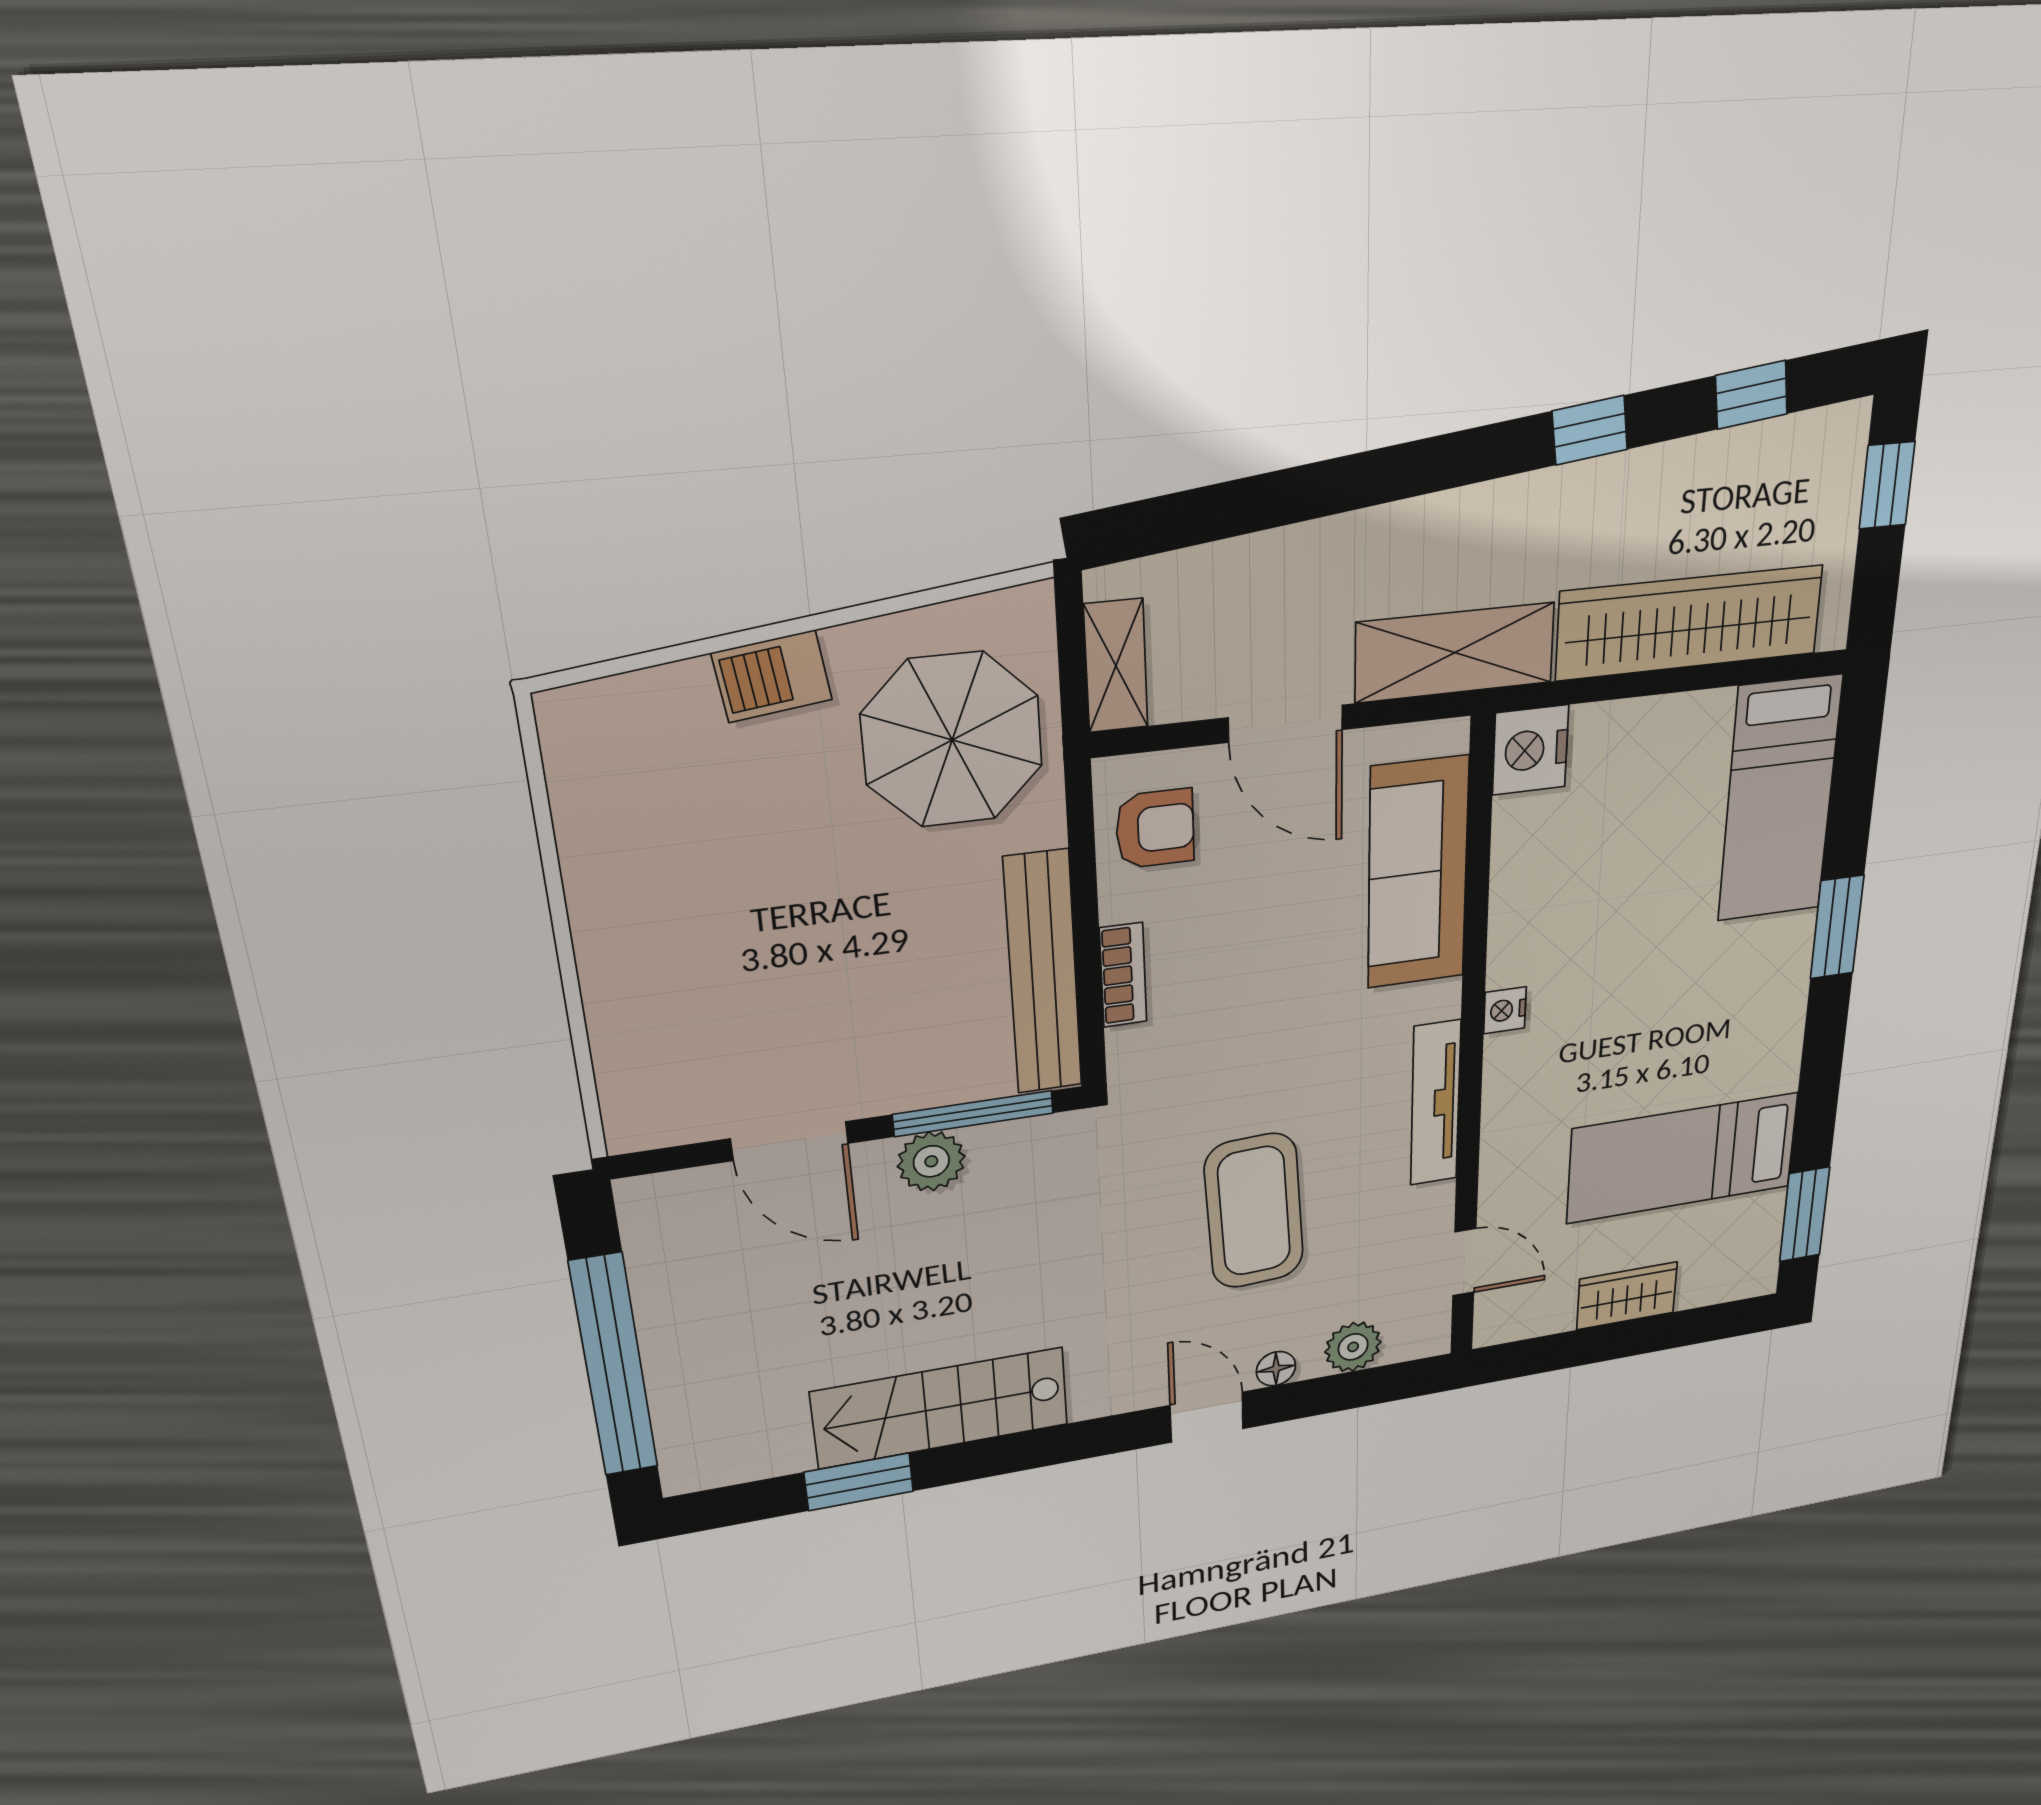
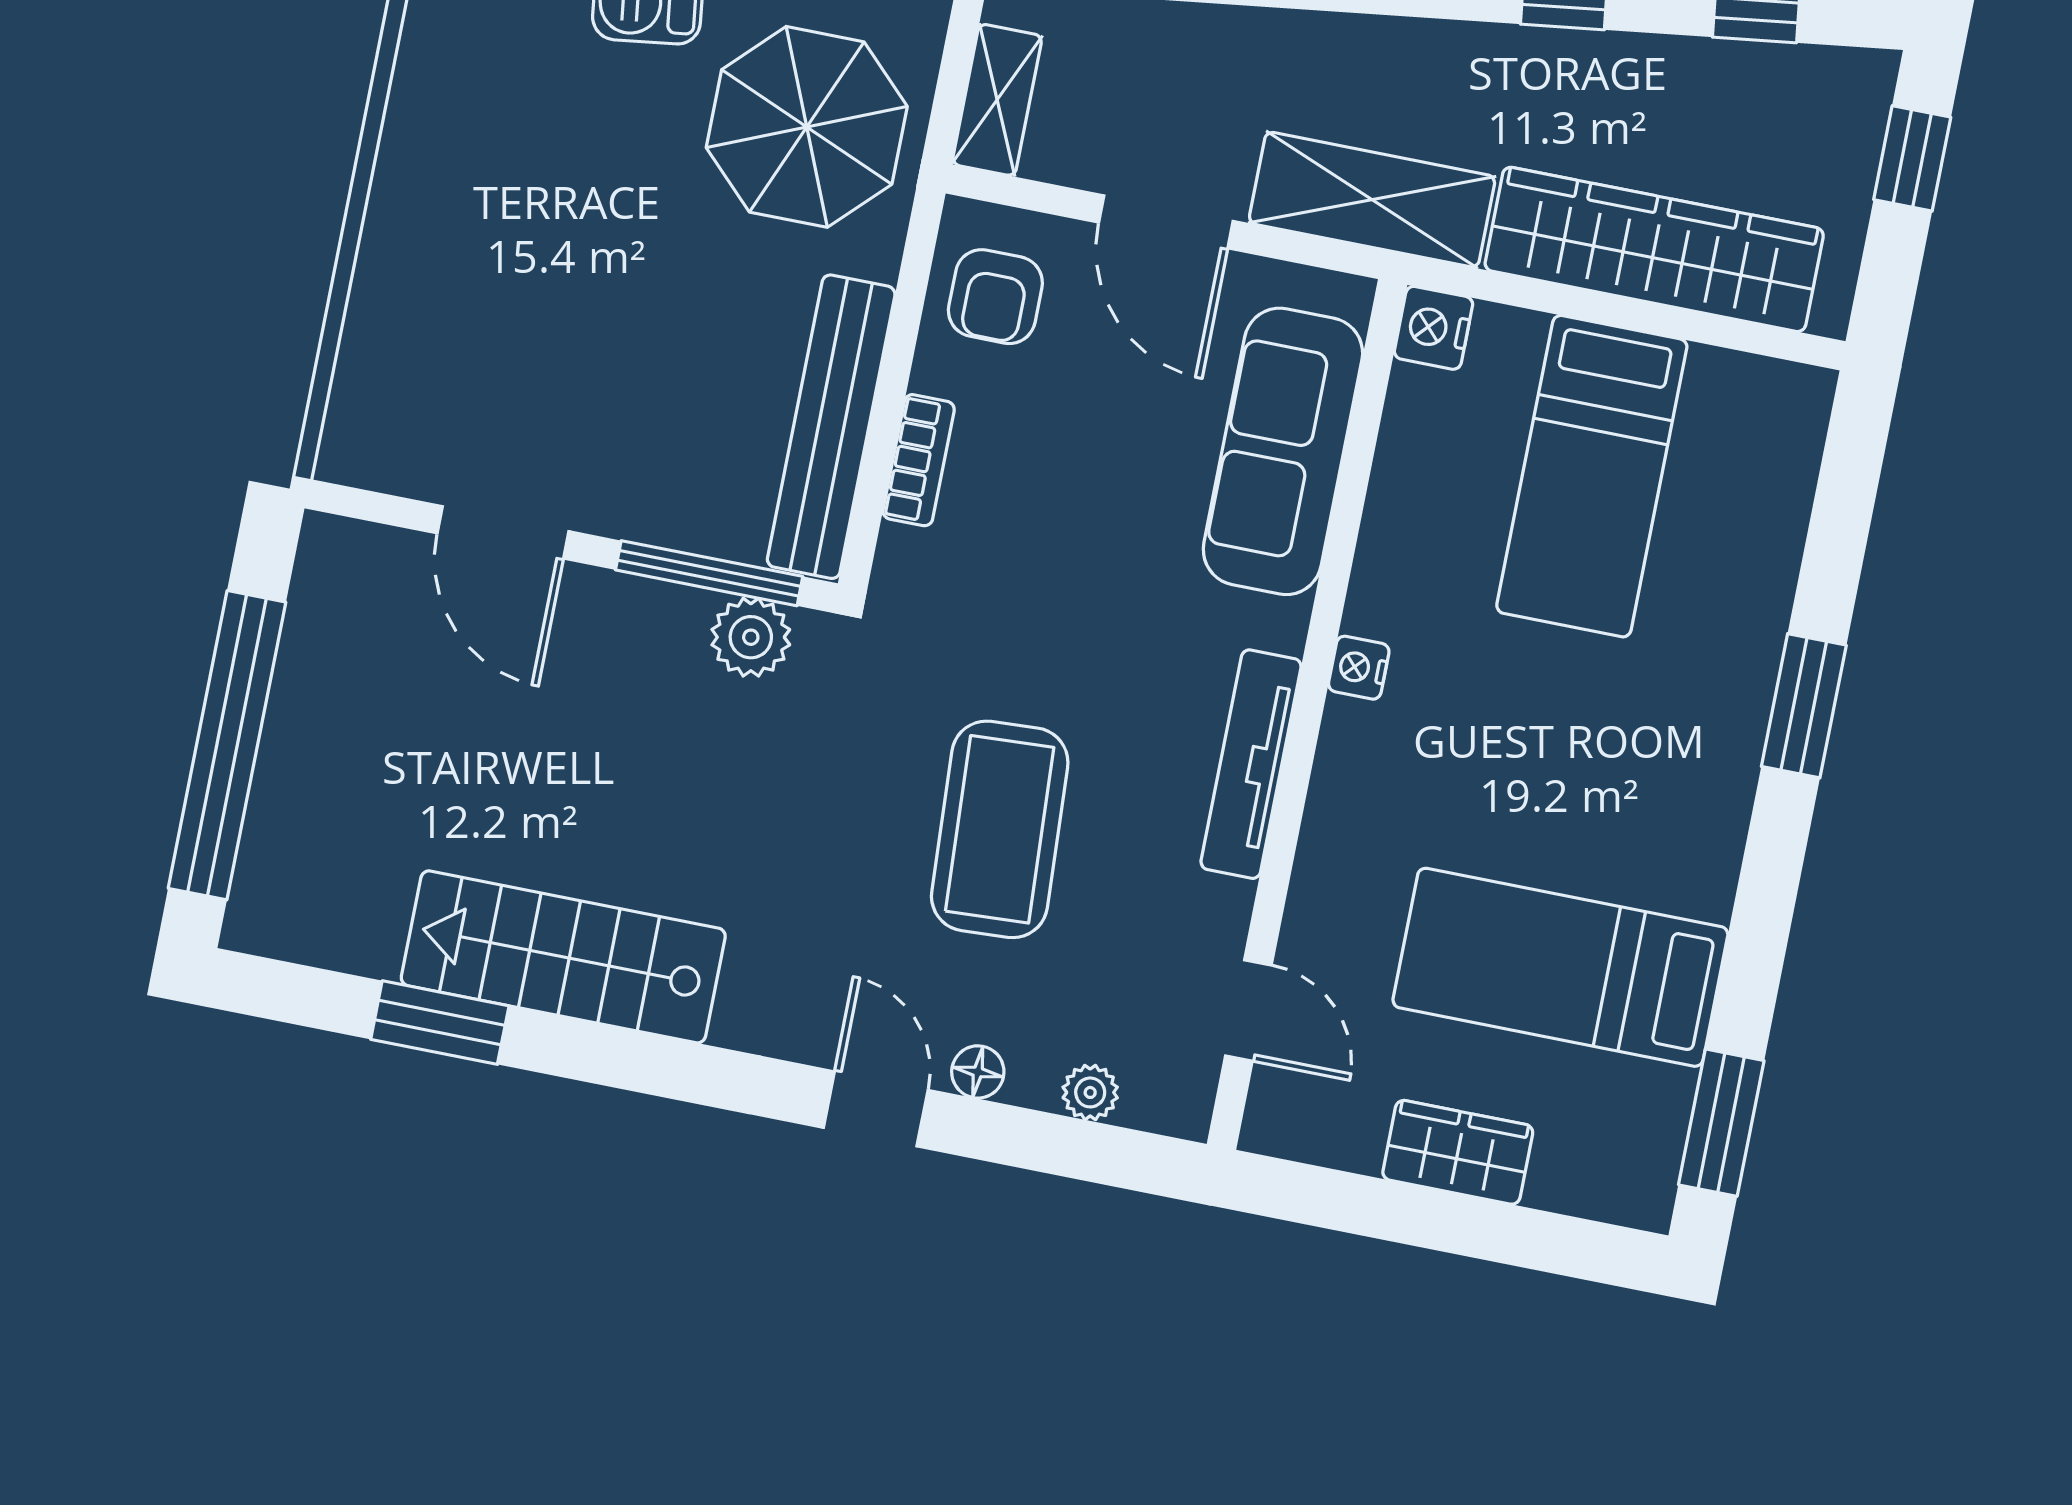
nightstand: (1530, 750) -> (1434, 328), width x0.74, depth x0.75
bed: (1779, 799) -> (1592, 476), moved
armchair: (1155, 829) -> (995, 297), turned 90
plant: (931, 1161) -> (751, 637), moved
plant: (1353, 1347) -> (1090, 1092), width x0.73, depth x0.73

